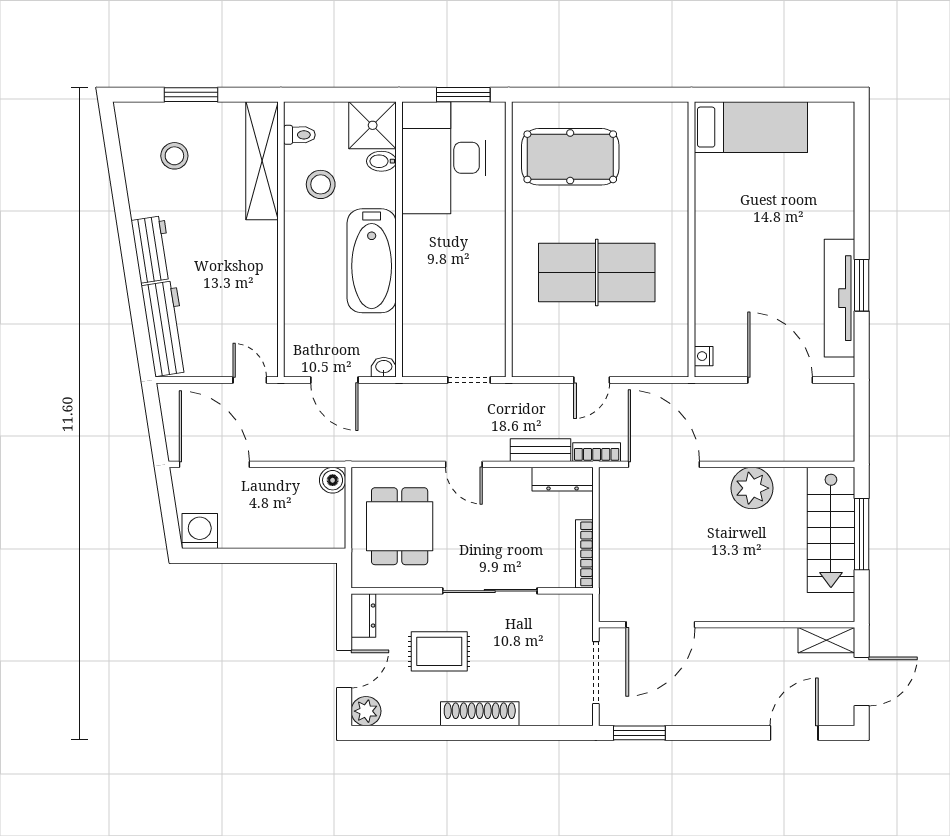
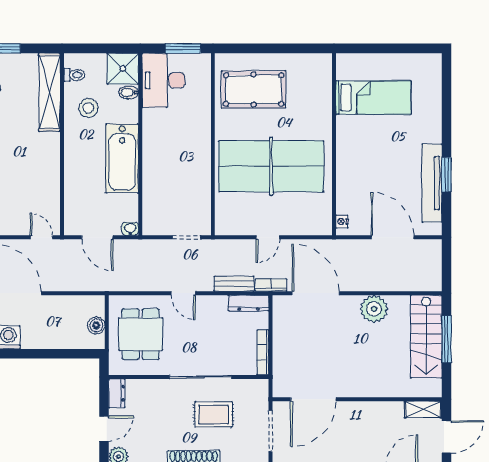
bed: (751, 127) -> (373, 98), moved
desk: (444, 158) -> (164, 80), width x0.73, depth x0.77
table tennis table: (597, 273) -> (271, 166), width x1.36, depth x1.32
boiler: (333, 480) -> (96, 325), moved
rug: (439, 651) -> (213, 414), moved

